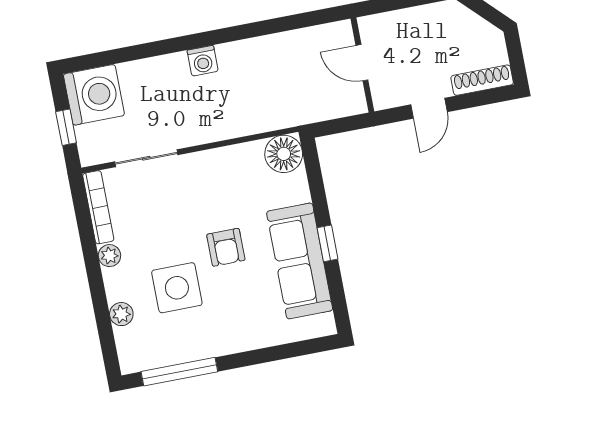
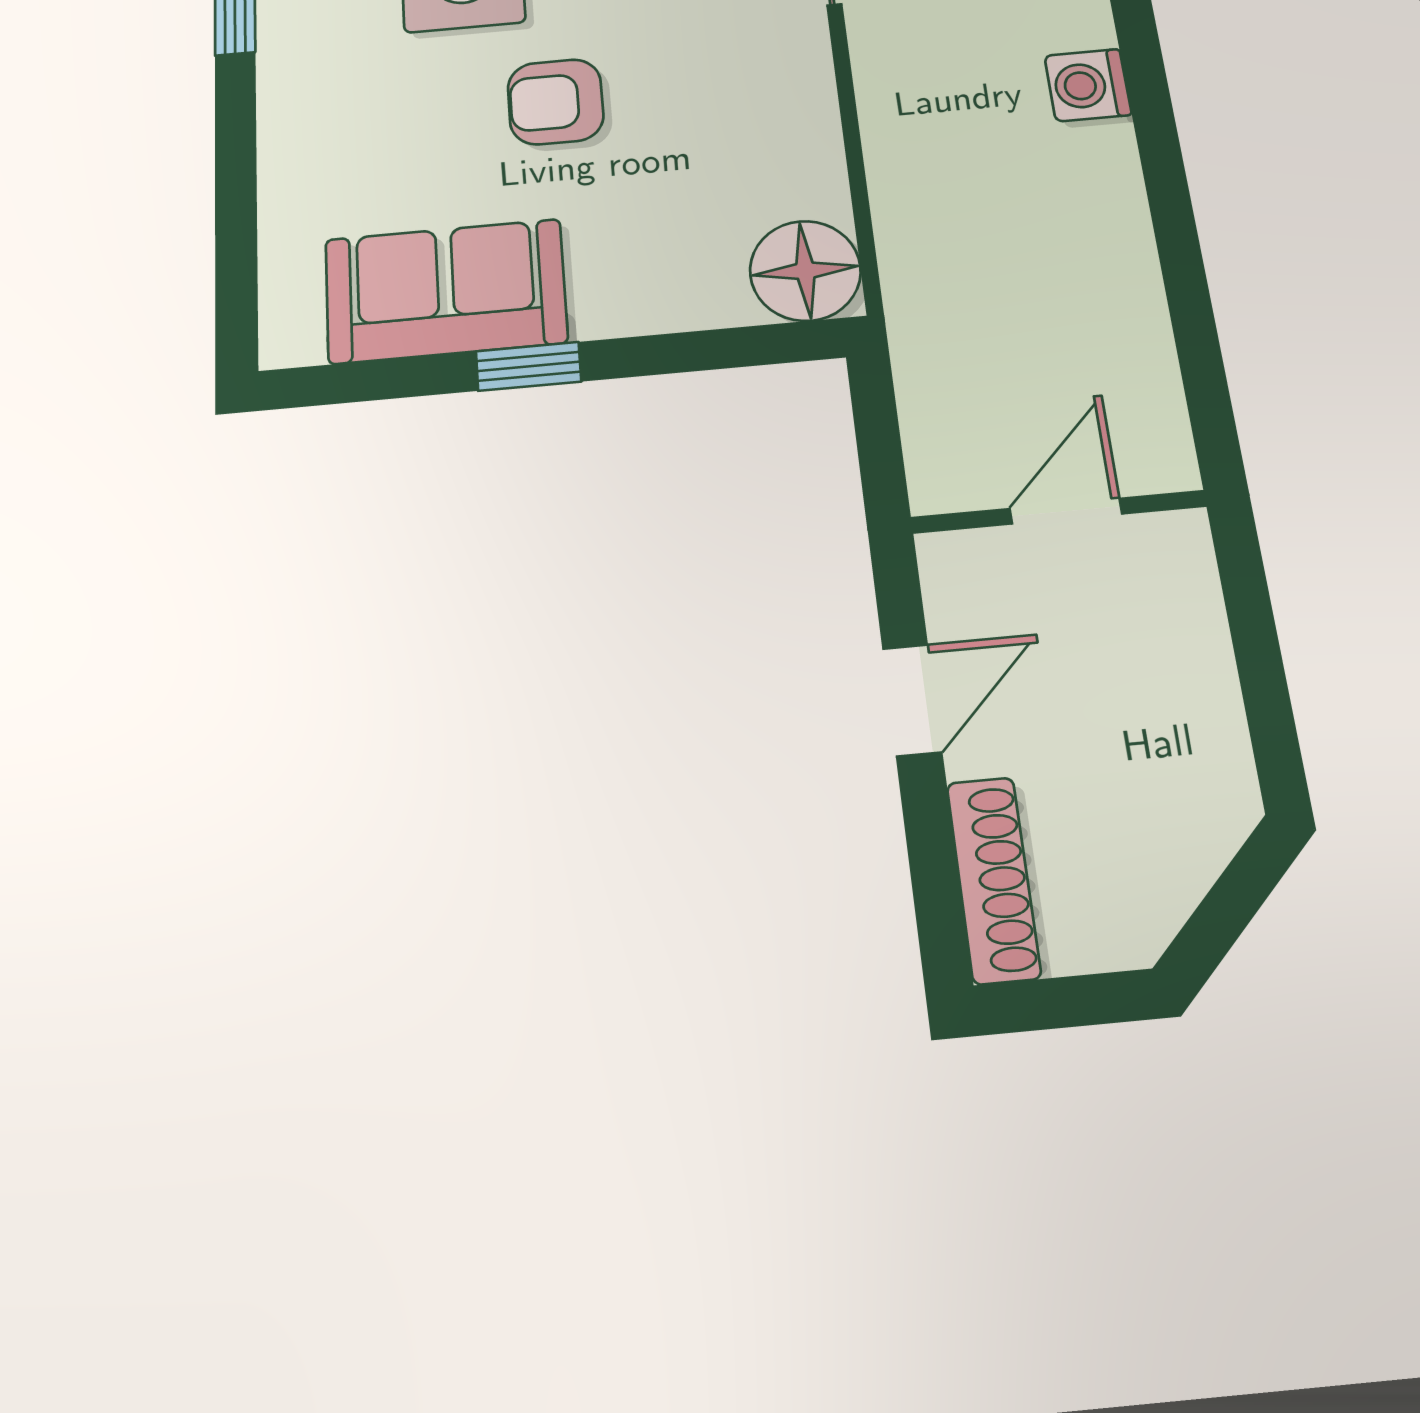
door: (429, 108) -> (912, 700), swing flipped
sofa: (300, 261) -> (446, 291), width x0.73

